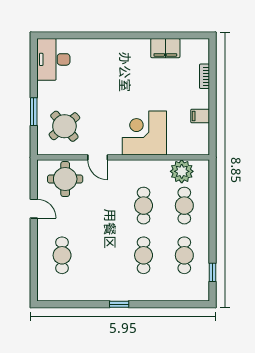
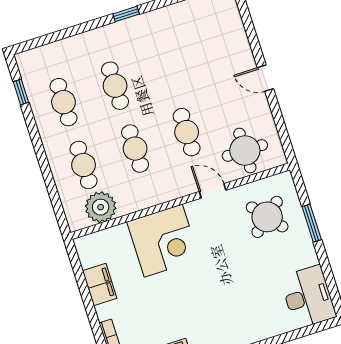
filing cabinet: (200, 116) -> (100, 285), width x2.00
door: (34, 209) -> (265, 78), moved
cafe table: (62, 255) -> (187, 132), moved

